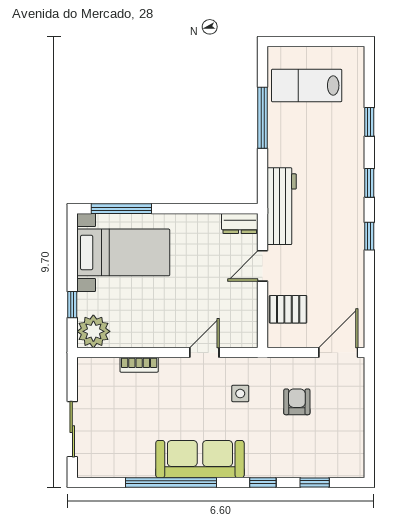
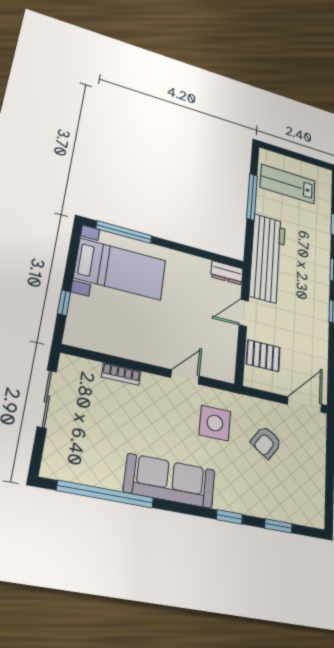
workbench: (282, 206) -> (268, 259), width x1.36, depth x1.32
plant: (93, 331) -> (81, 332), removed
side table: (240, 394) -> (215, 423), width x1.87, depth x1.87
armchair: (297, 402) -> (266, 442), turned -145
sliding door: (72, 429) -> (47, 399), moved
window: (171, 482) -> (106, 494), moved

